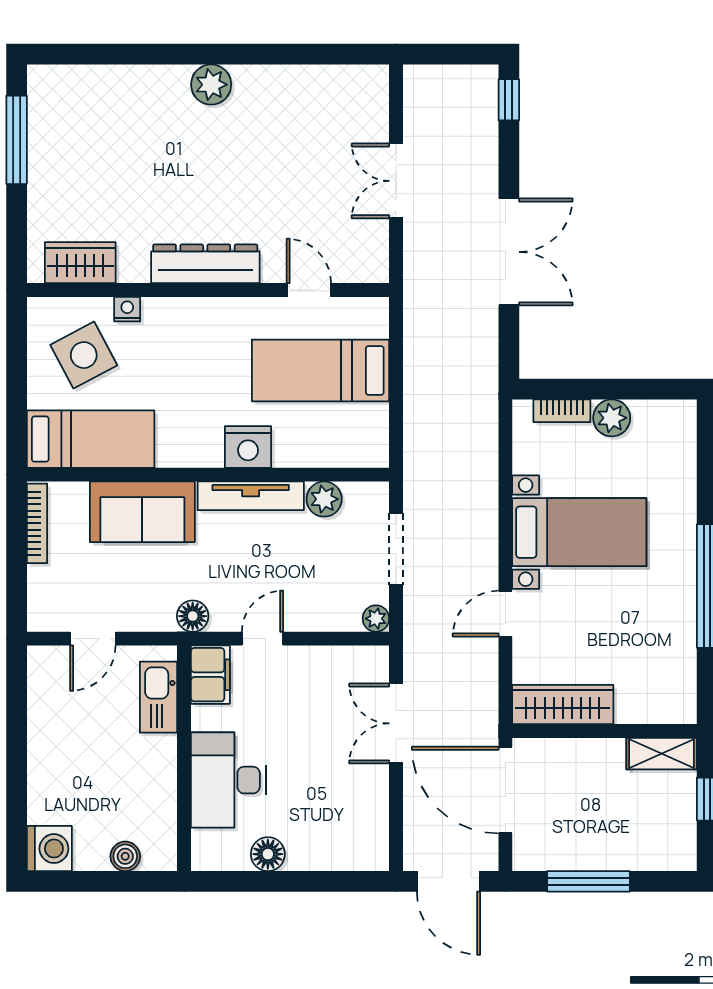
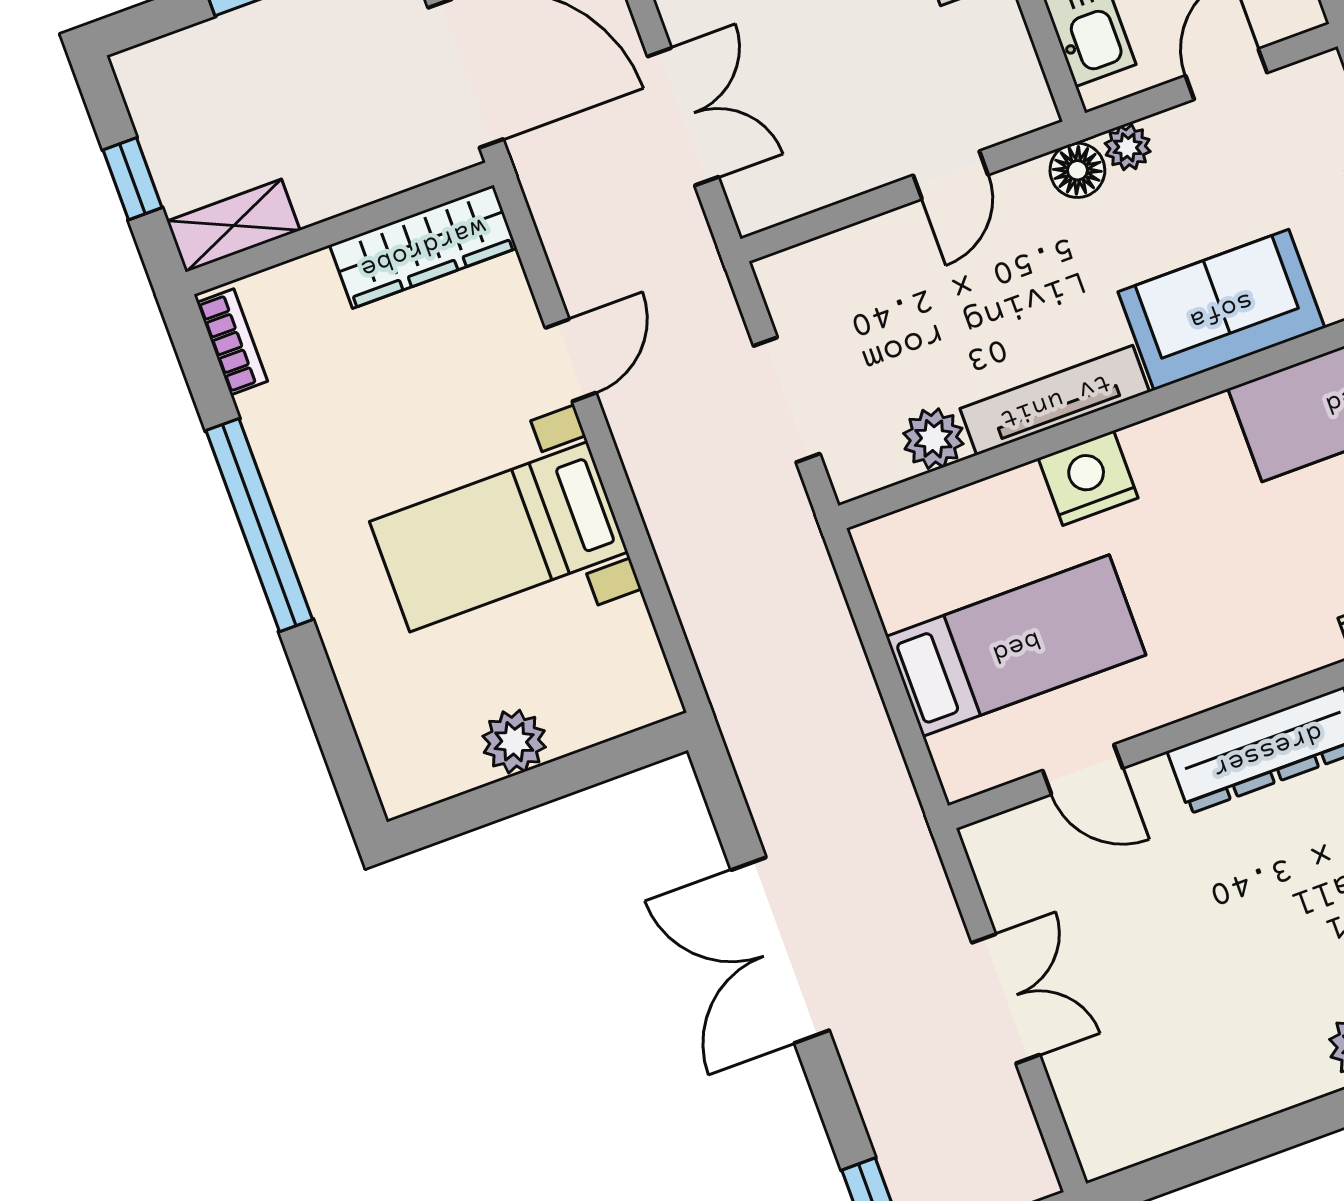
bookcase: (562, 411) -> (232, 342), moved, turned 90
plant: (376, 619) -> (1128, 147), moved
filing cabinet: (210, 675) -> (1014, 86), removed

